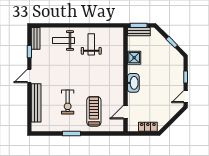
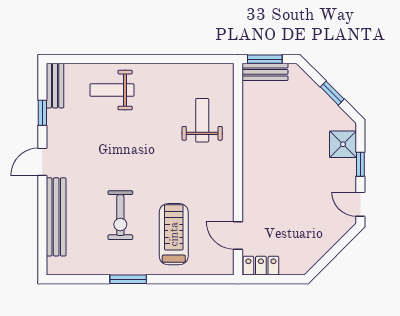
weight bench: (91, 44) -> (202, 120), moved
shower: (134, 58) -> (343, 144), moved
washbasin: (133, 83) -> (254, 176), removed
door: (186, 97) -> (360, 204), hinge flipped
door: (125, 112) -> (238, 235), hinge flipped
locker: (148, 127) -> (261, 266), moved

